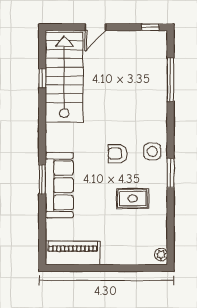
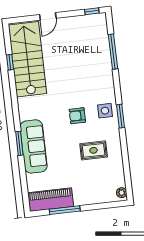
window: (171, 173) -> (120, 116), moved
window: (89, 268) -> (65, 210), added

